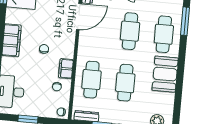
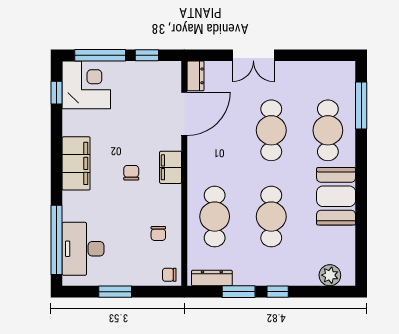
filing cabinet: (66, 69) -> (171, 167), moved

